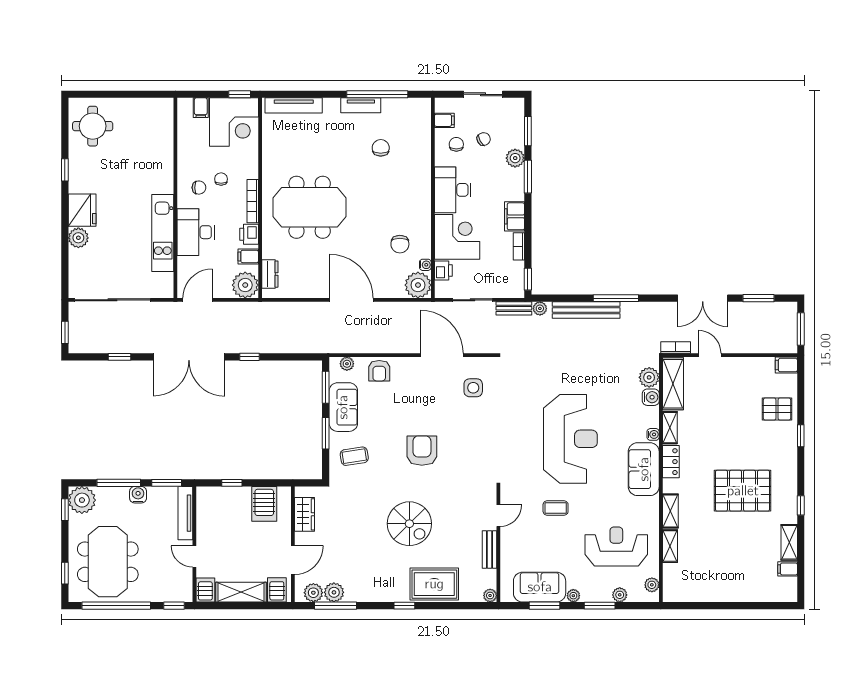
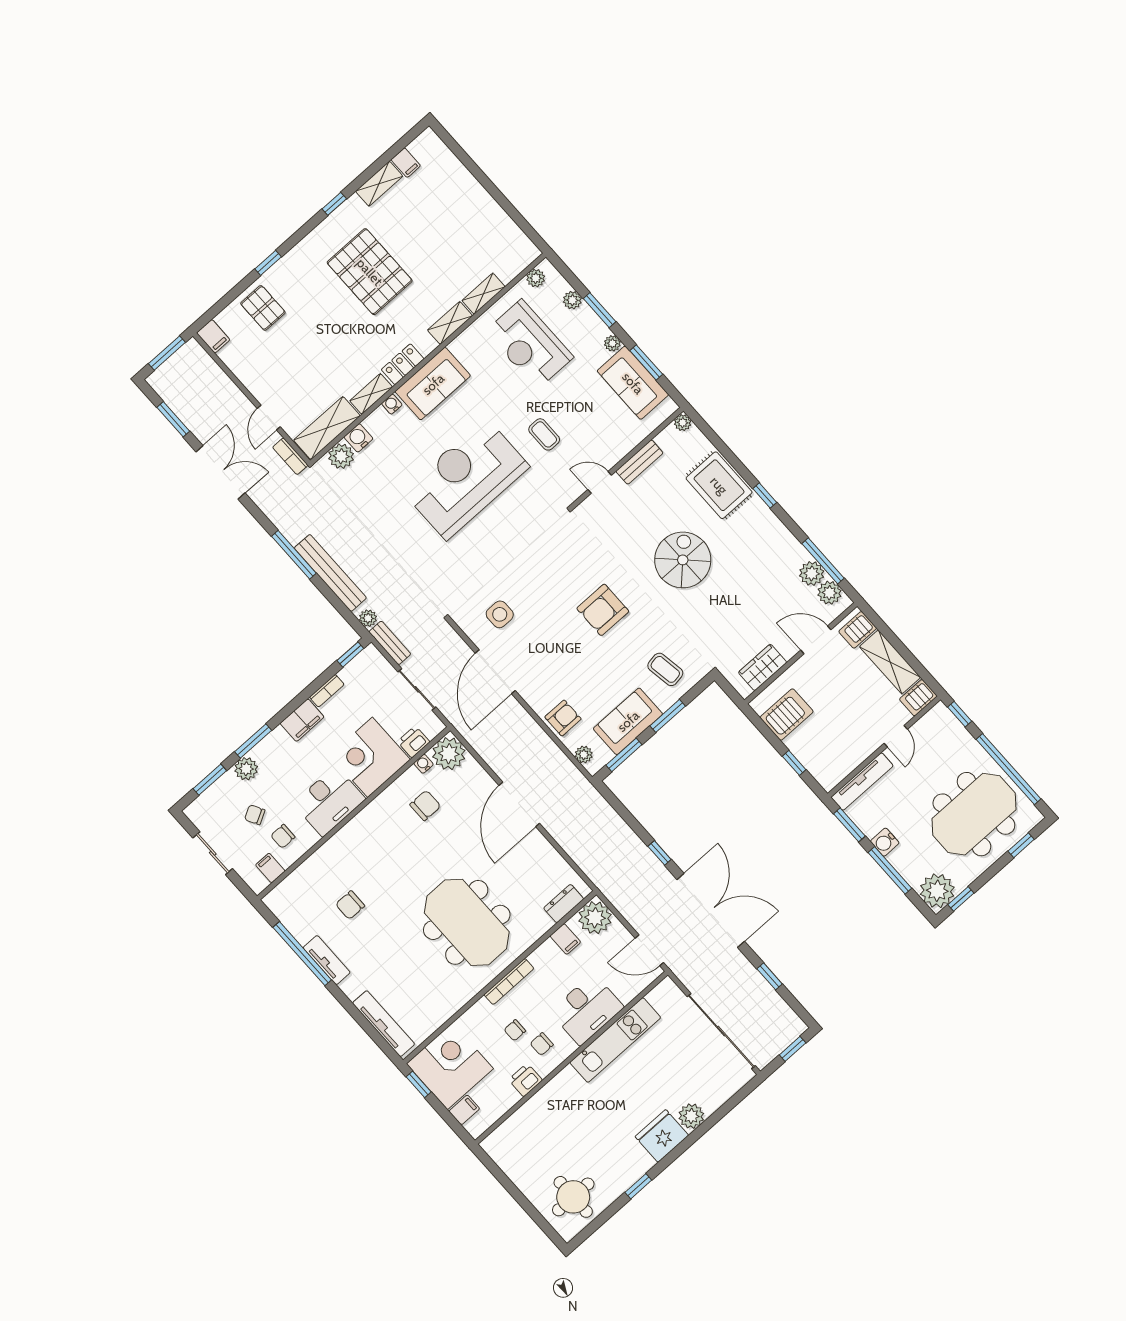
chair: (199, 188) -> (542, 1044), turned -90
printer: (249, 234) -> (525, 1080), moved, turned 180

